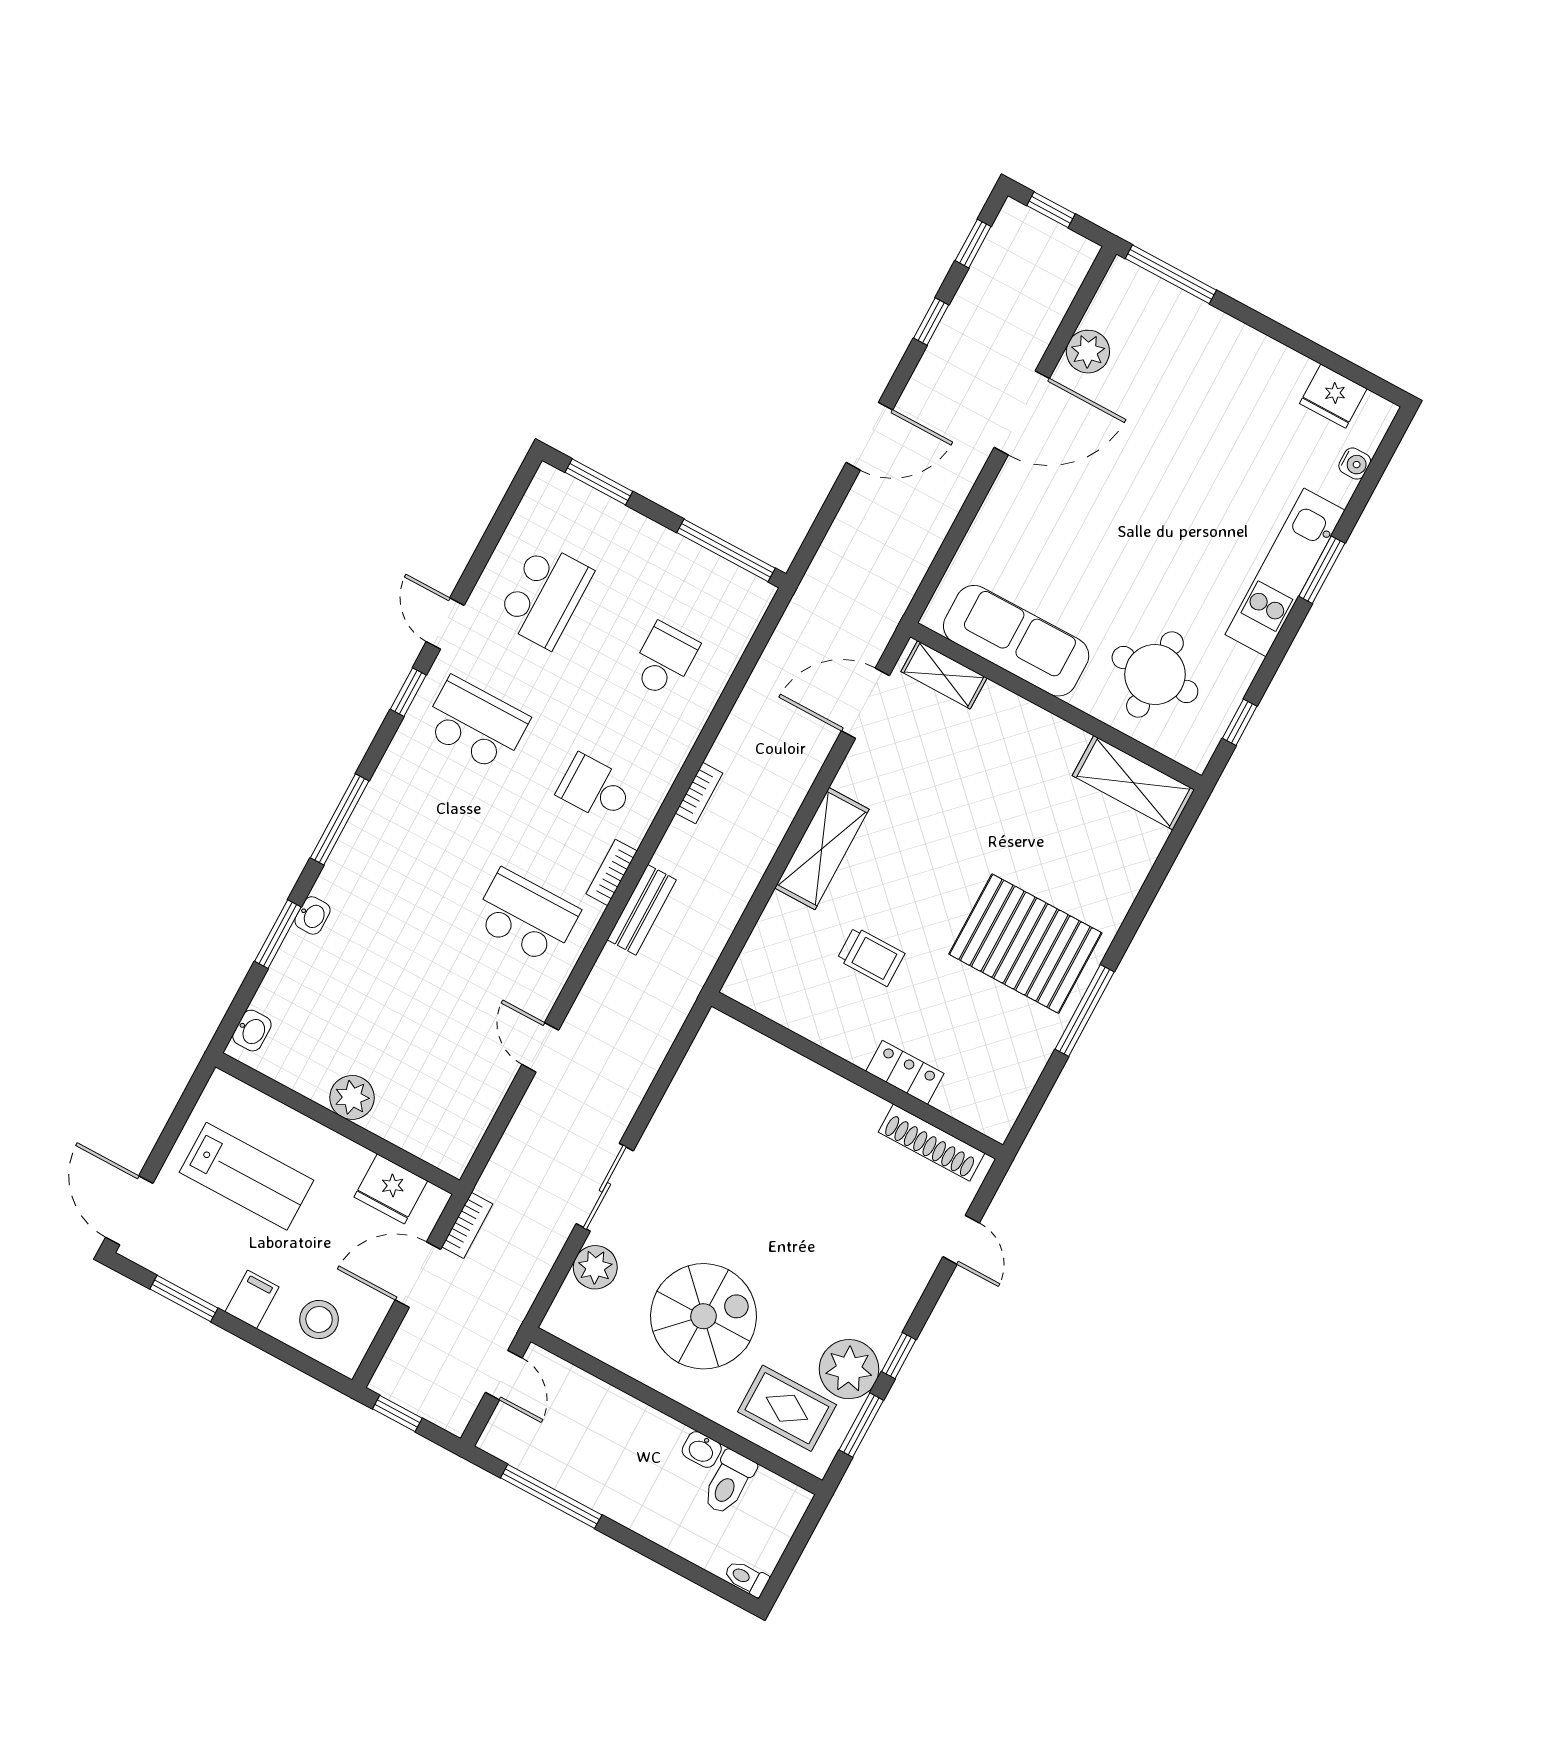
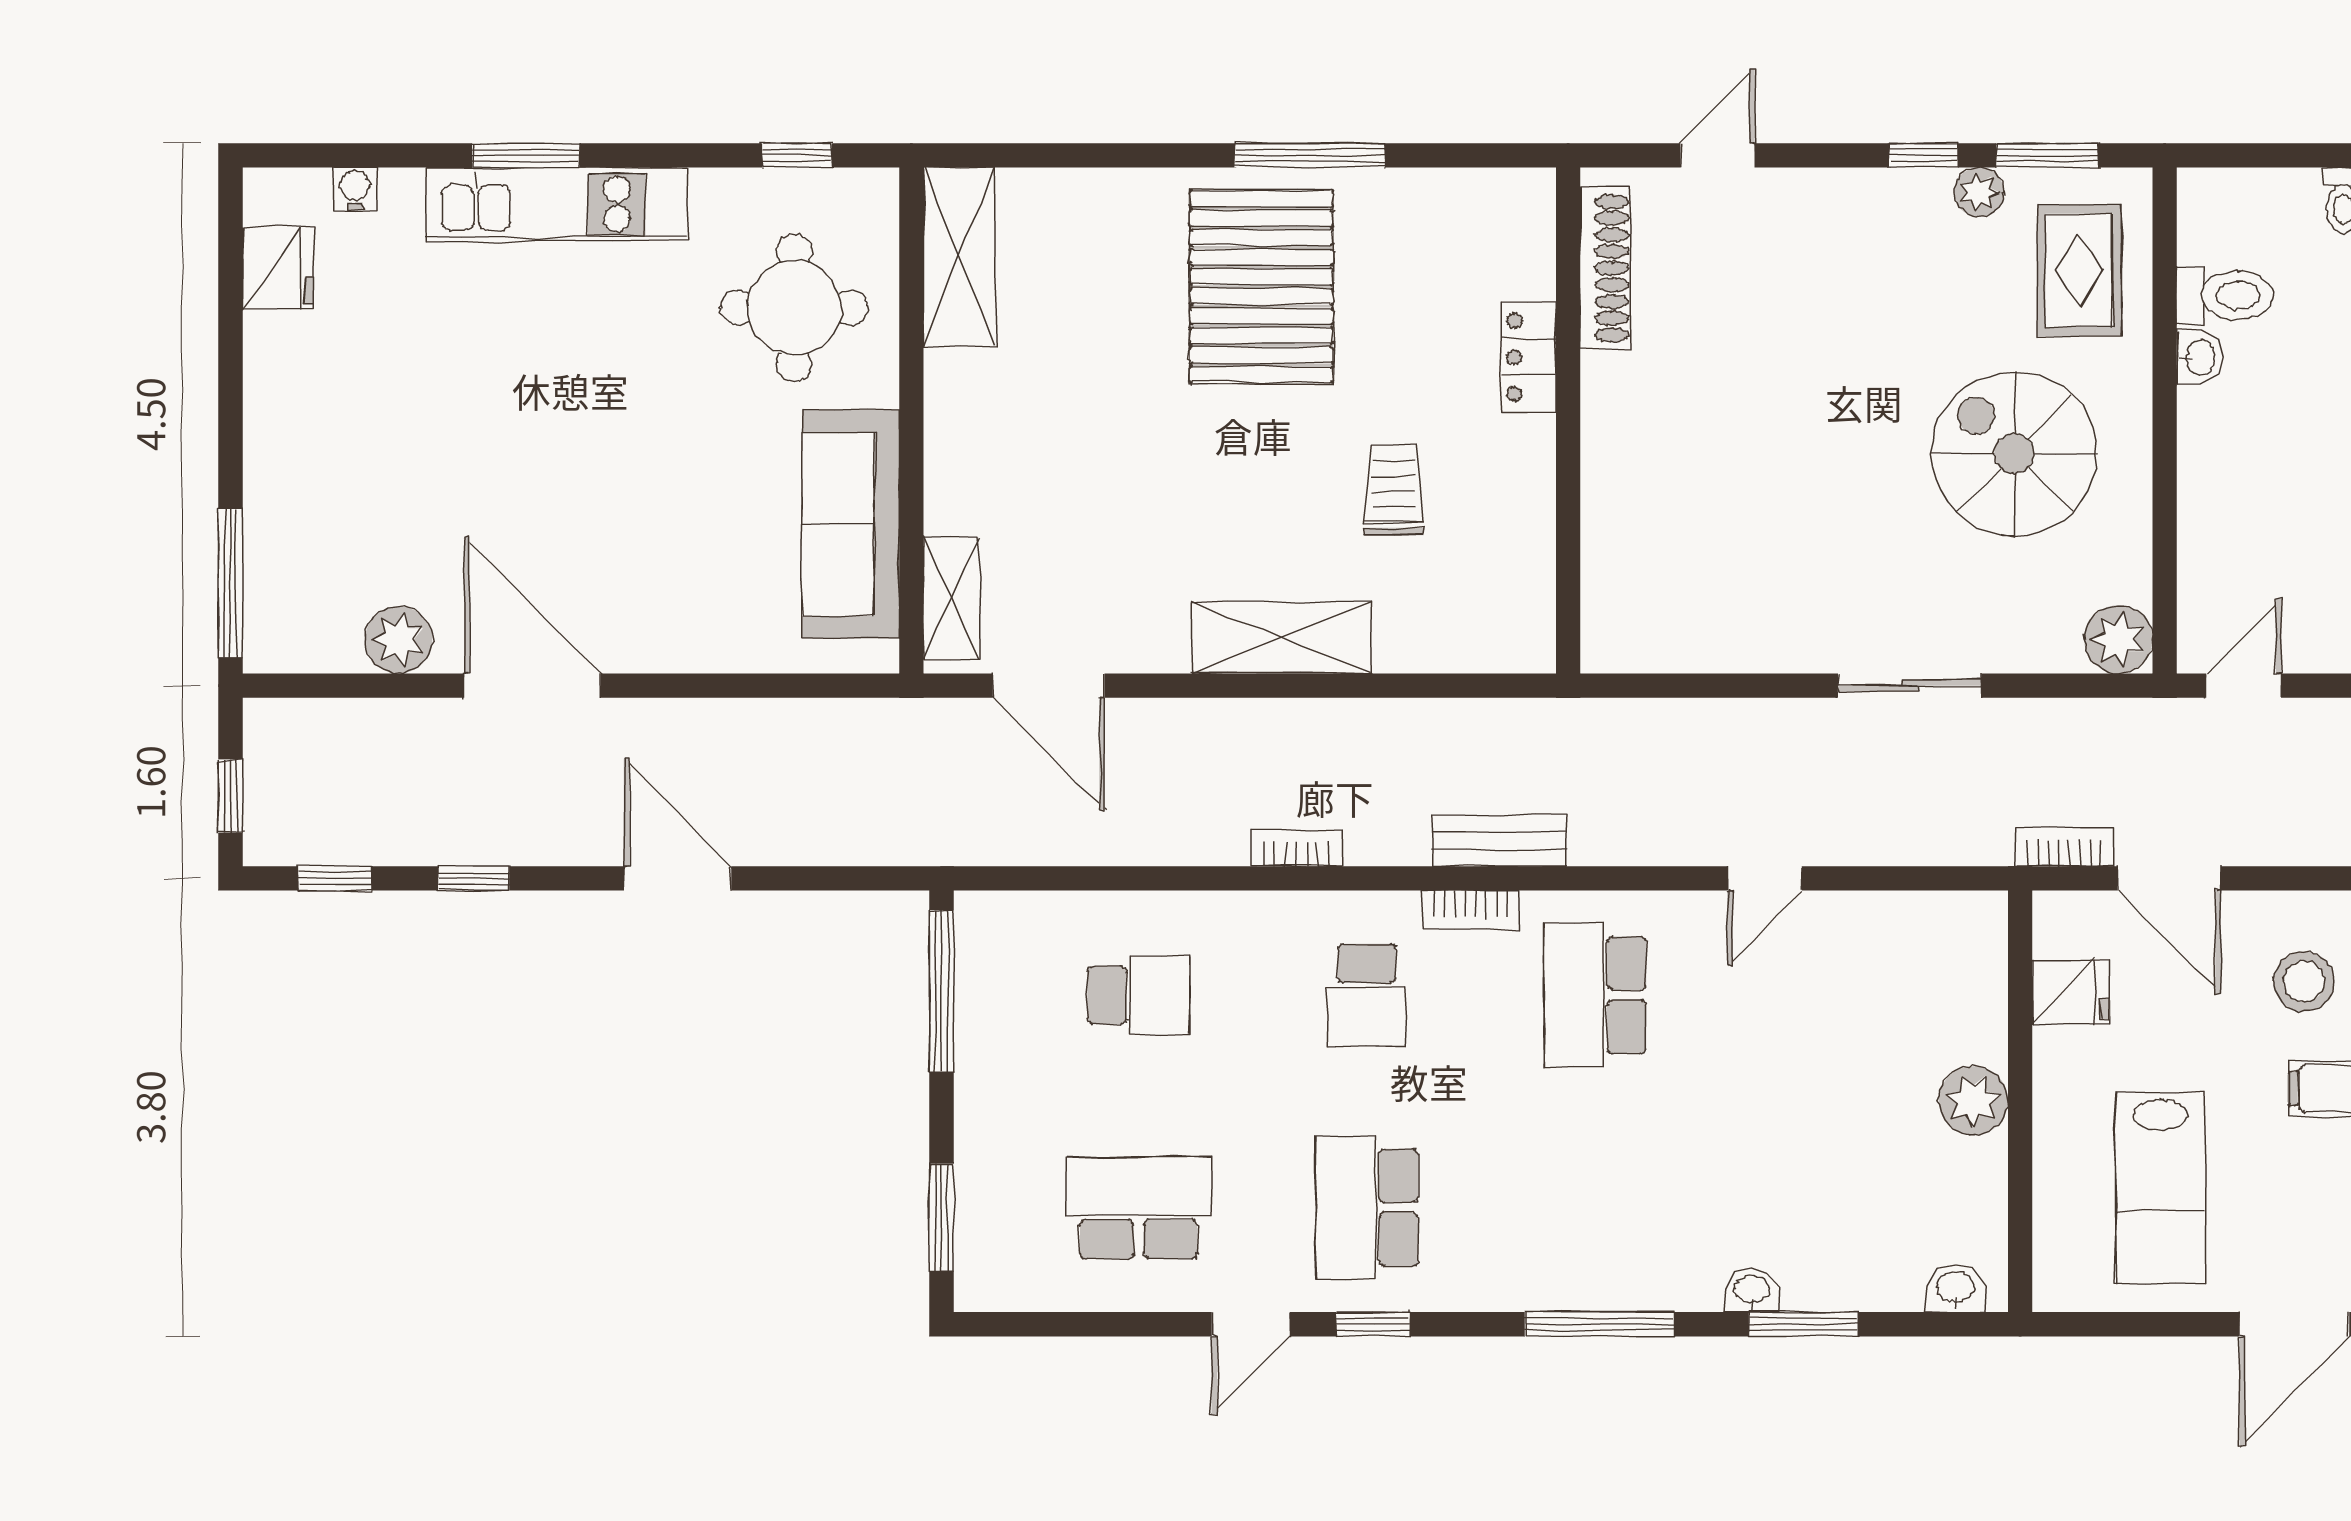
school desk: (664, 660) -> (1139, 995), turned 180
lab bench: (247, 1176) -> (2160, 1188), turned 180
fridge: (391, 1189) -> (2071, 992), width x0.72
plant: (595, 1267) -> (2118, 639), moved
plant: (849, 1369) -> (1979, 192), width x0.53, depth x0.53

